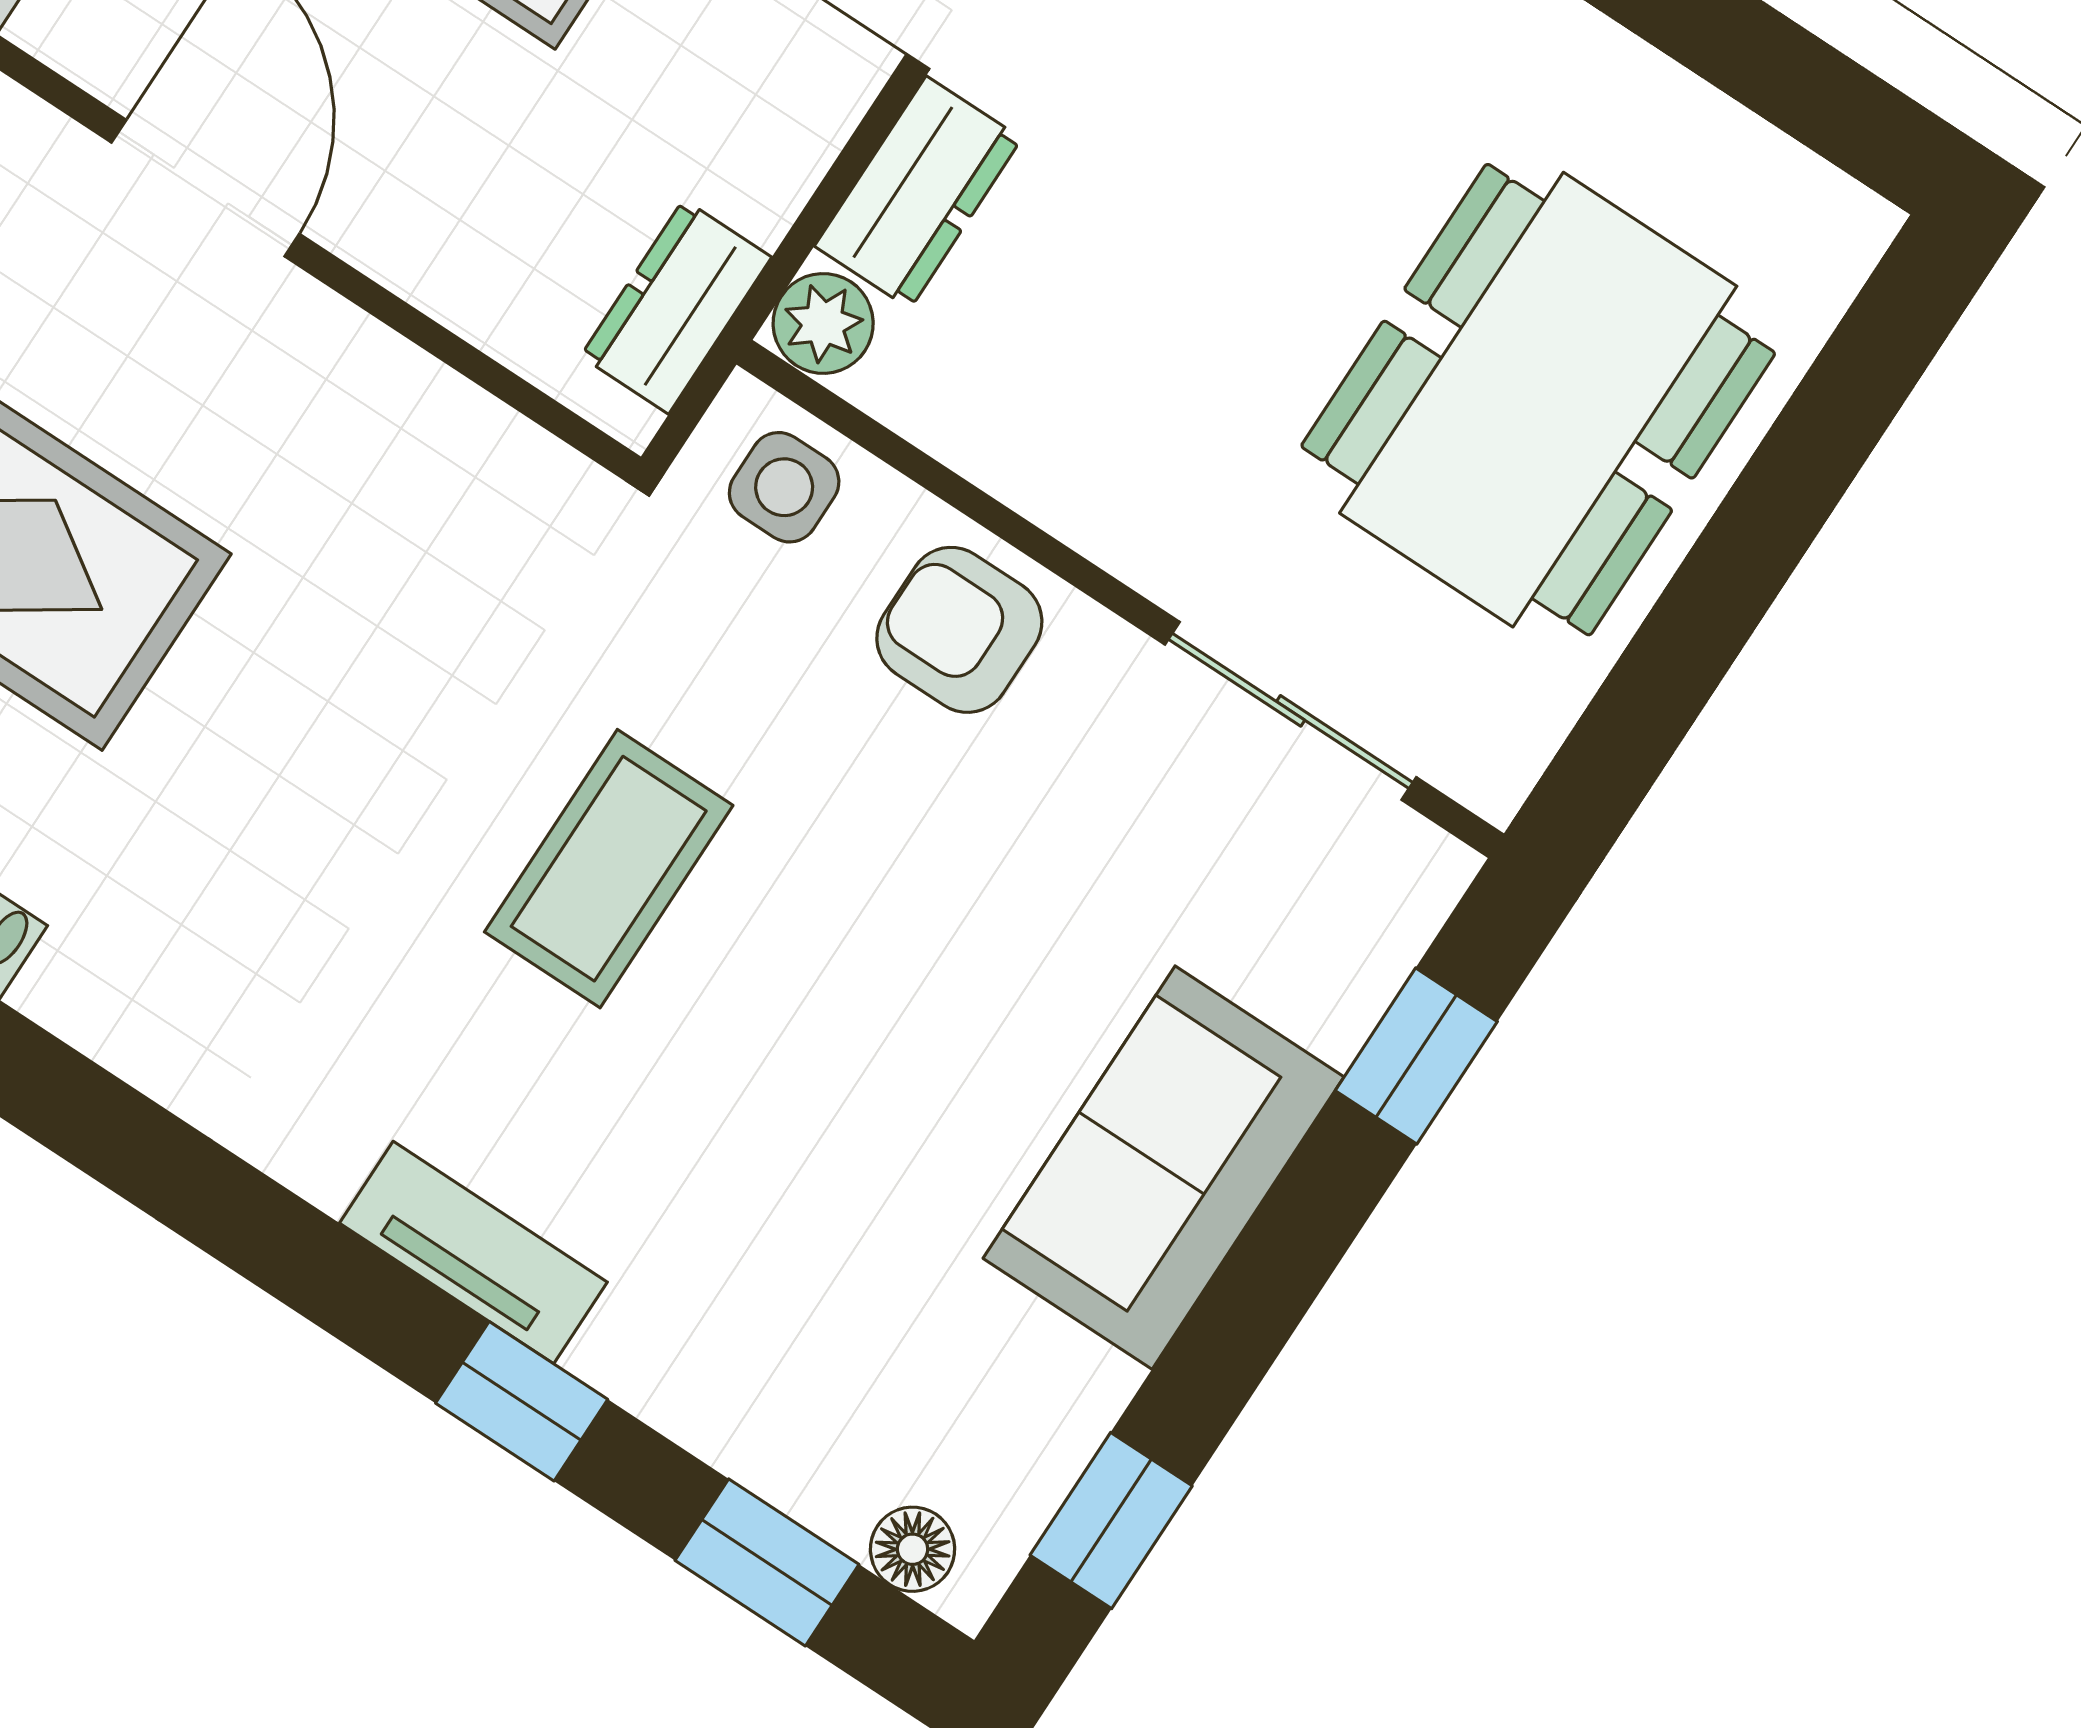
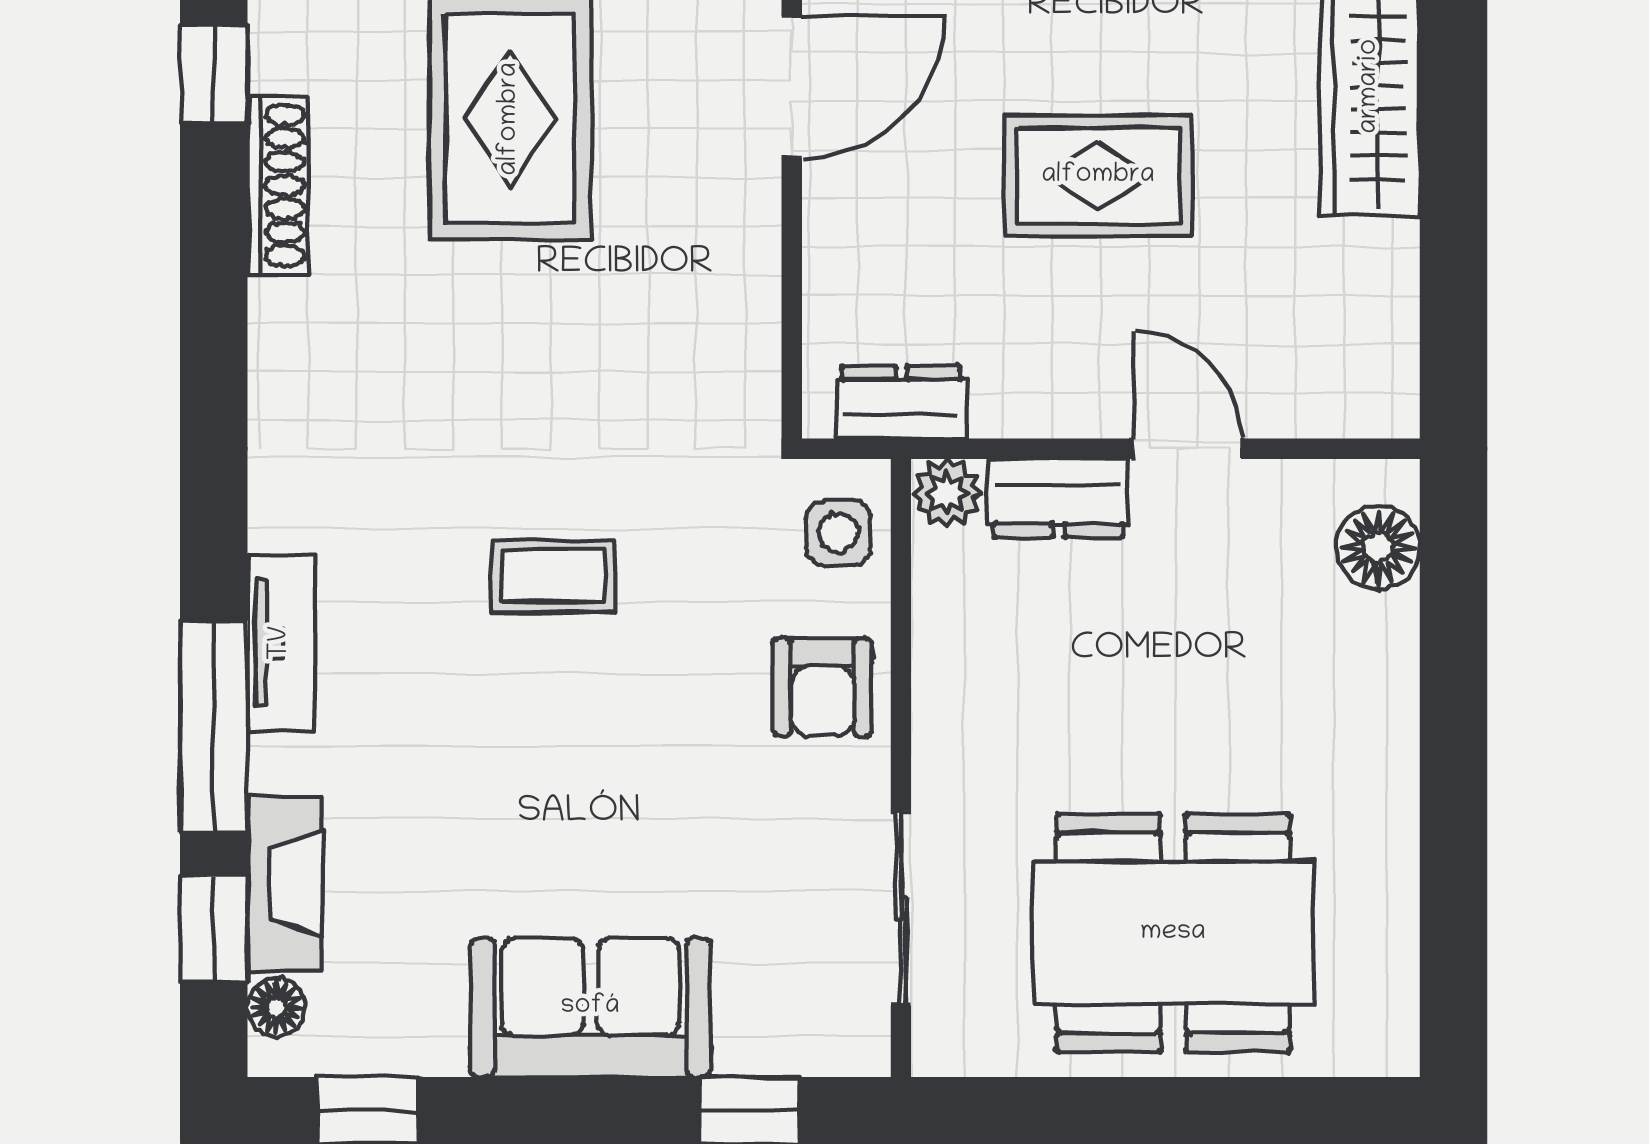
armchair: (959, 630) -> (822, 687), turned 180
coffee table: (609, 869) -> (553, 576), width x0.73, depth x0.77
window: (522, 1401) -> (214, 727), width x2.17
fireplace: (769, 1440) -> (285, 884), added

